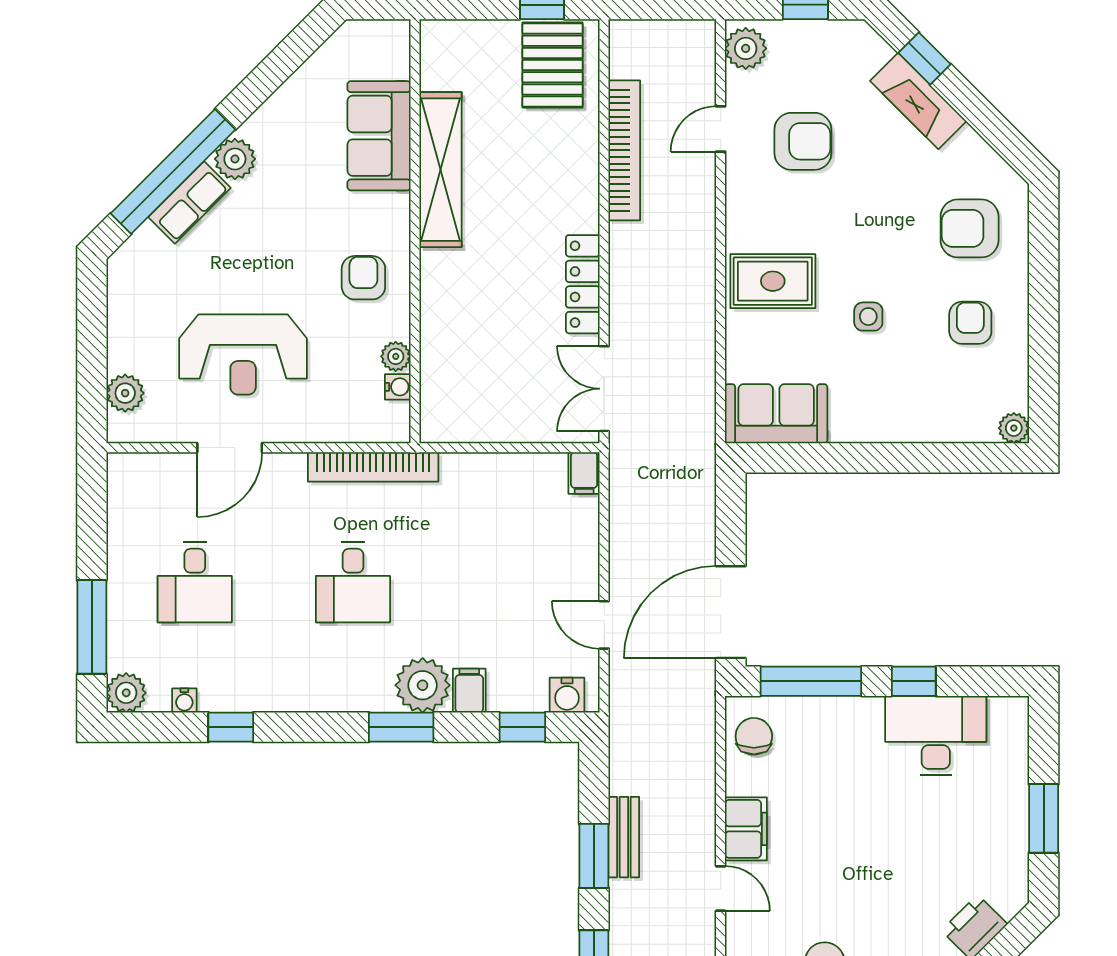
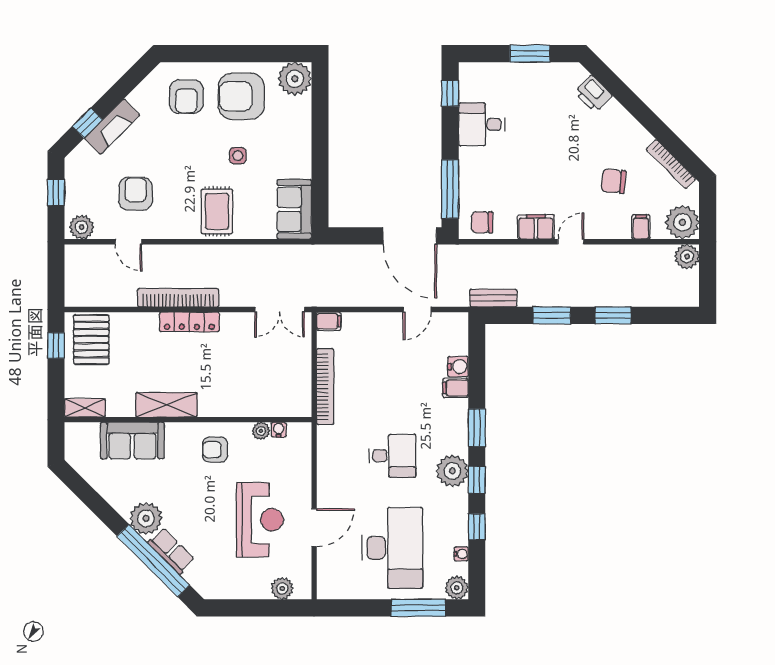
shelving: (435, 54) -> (85, 408), added
pallet: (553, 65) -> (91, 340), turned 90
bookcase: (624, 150) -> (178, 298), moved
plant: (235, 159) -> (146, 518), width x1.36, depth x1.36
shelving: (440, 170) -> (166, 405), width x0.68
locker: (583, 284) -> (189, 322), moved
armchair: (970, 323) -> (241, 96), width x1.88, depth x1.88
plant: (1014, 428) -> (295, 79), width x1.87, depth x1.87
door: (230, 448) -> (314, 528), hinge flipped
bookcase: (373, 467) -> (325, 387), moved
desk: (195, 582) -> (392, 548), width x1.87, depth x1.30
window: (914, 681) -> (450, 93), moved
plant: (423, 685) -> (452, 471), moved
water cooler: (567, 695) -> (458, 367), moved
window: (522, 727) -> (477, 480), moved
desk: (936, 736) -> (482, 124), width x0.73
bench: (624, 837) -> (493, 298), moved

